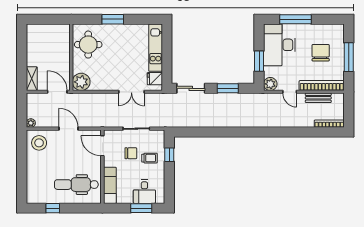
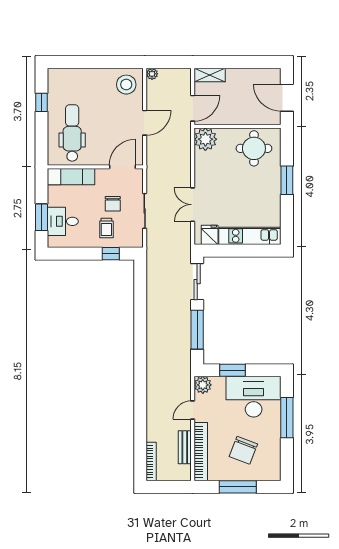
door: (49, 19) -> (287, 98), added
chair: (321, 53) -> (243, 450), turned 111
window: (228, 88) -> (197, 330), width x1.44

